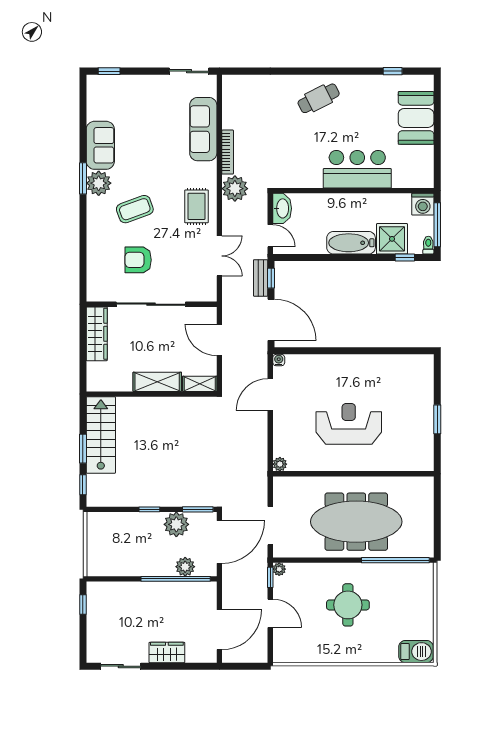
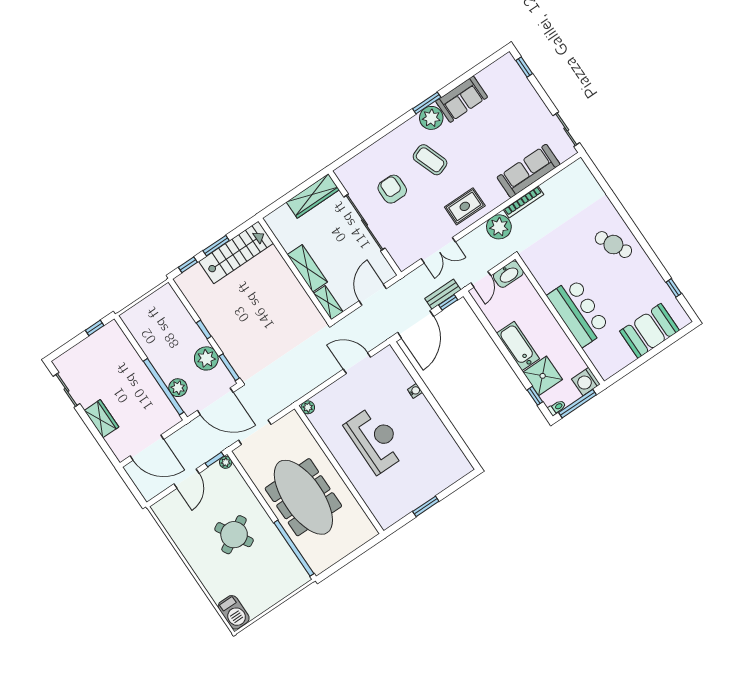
water cooler: (279, 360) -> (415, 391), moved
round table: (348, 605) -> (234, 535), turned -30

